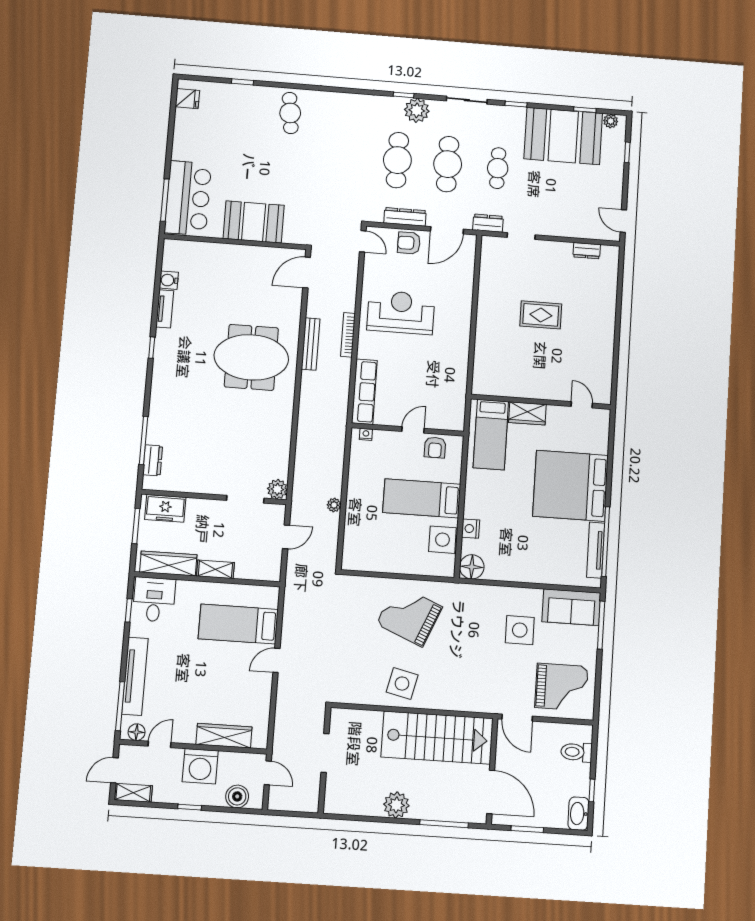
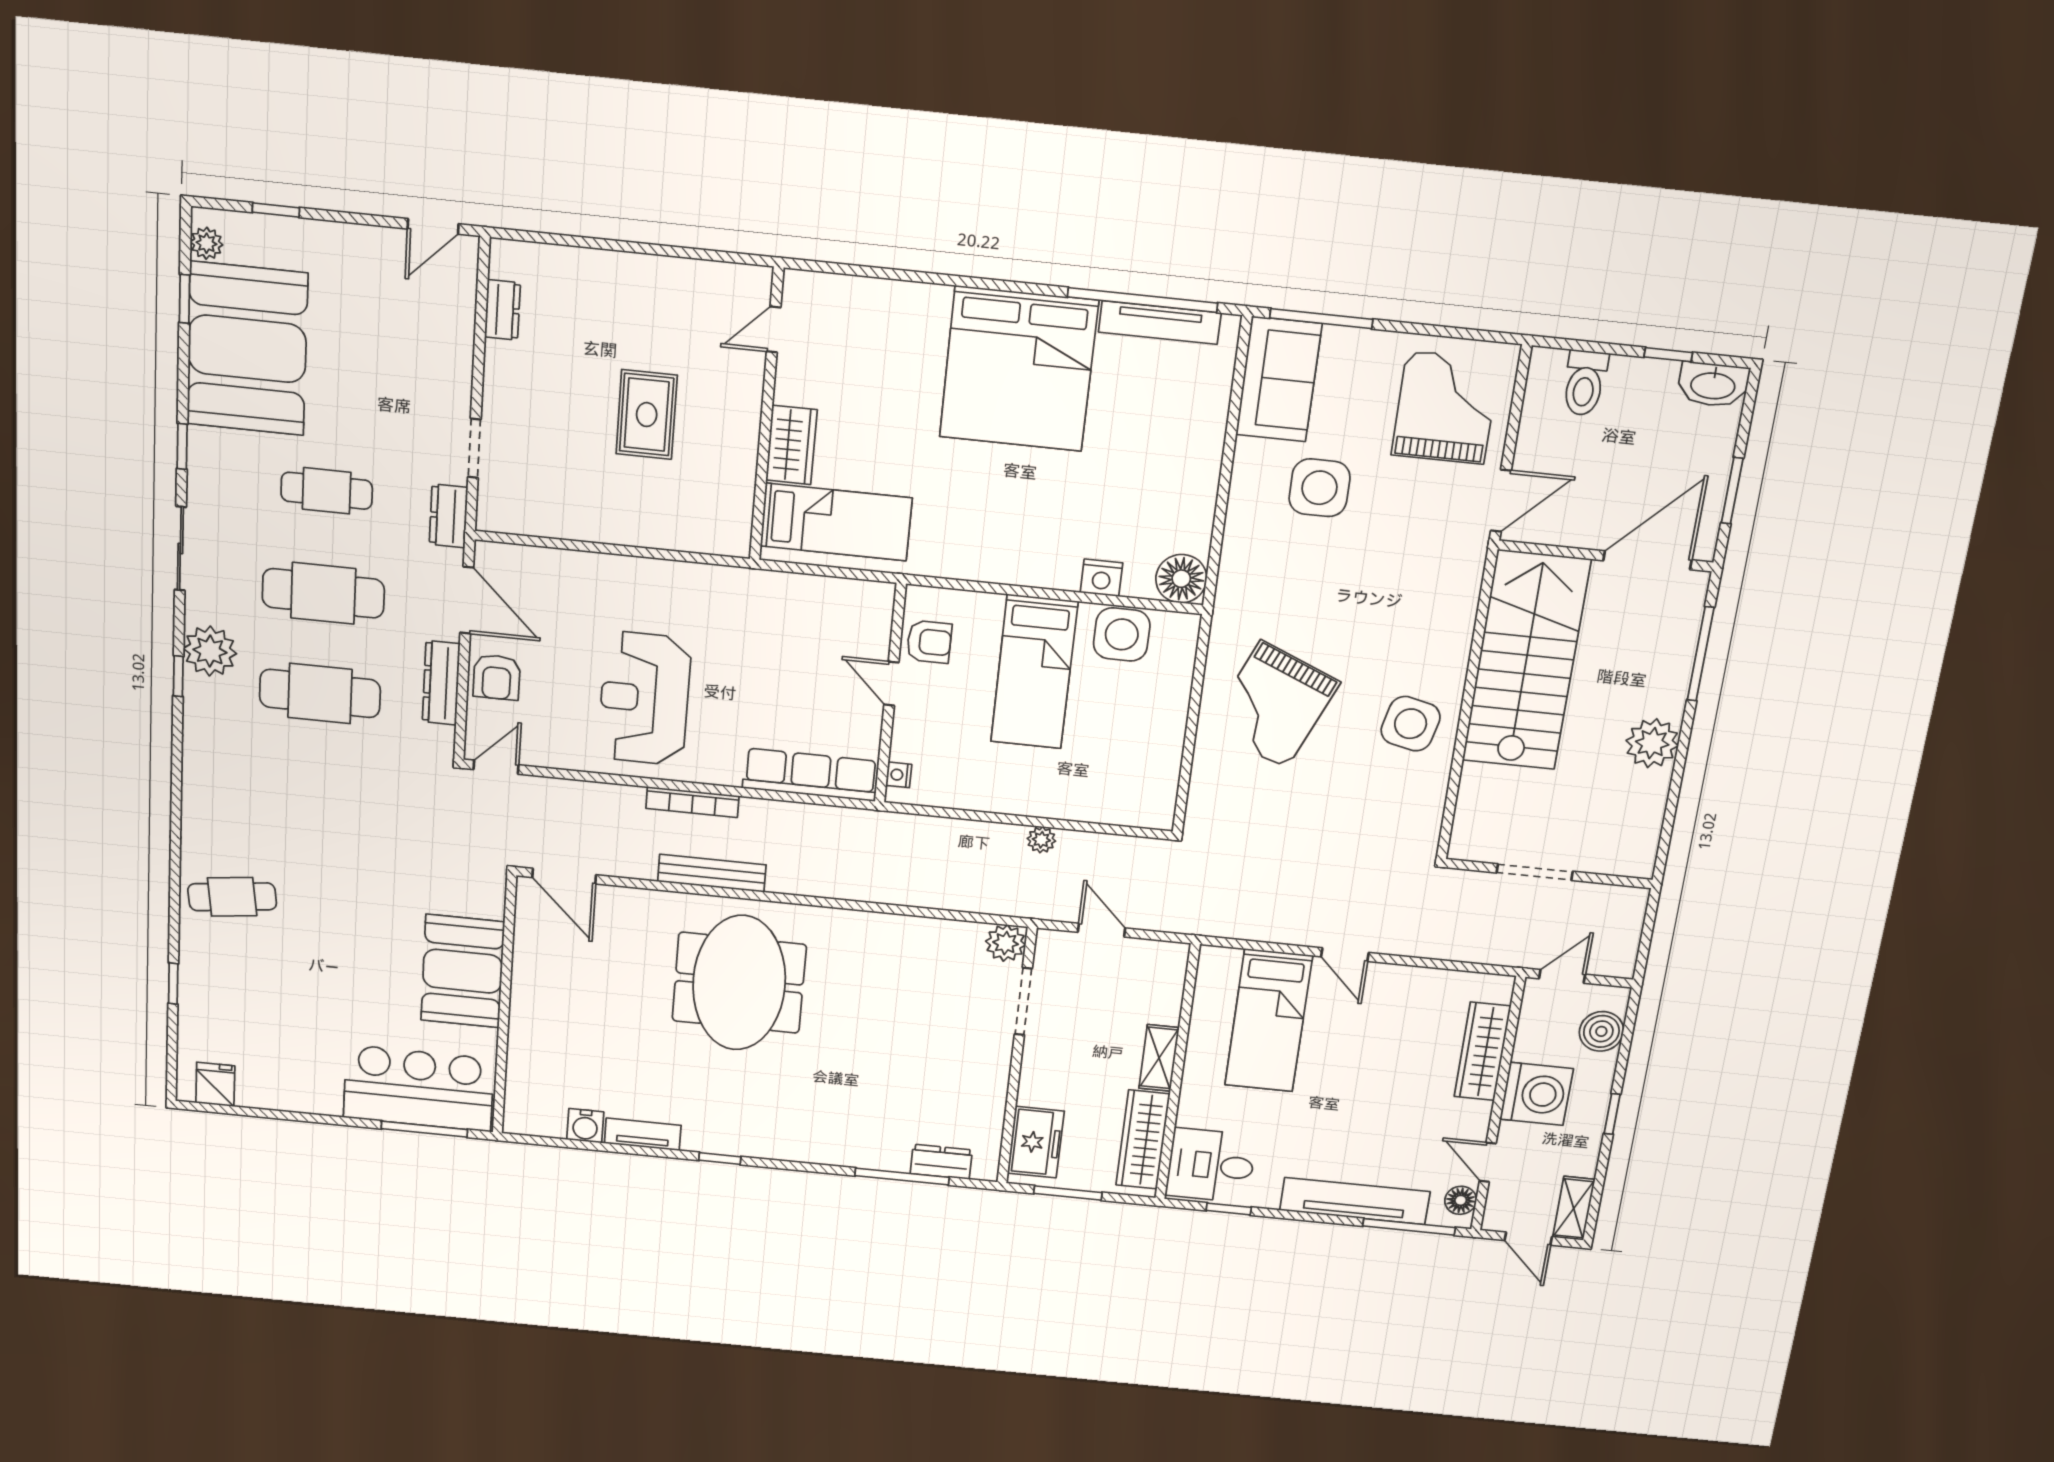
wall: (541, 402) -> (766, 416), moved
door: (582, 405) -> (774, 329), moved
wardrobe: (527, 413) -> (791, 445), moved
bed: (491, 435) -> (836, 522), moved

